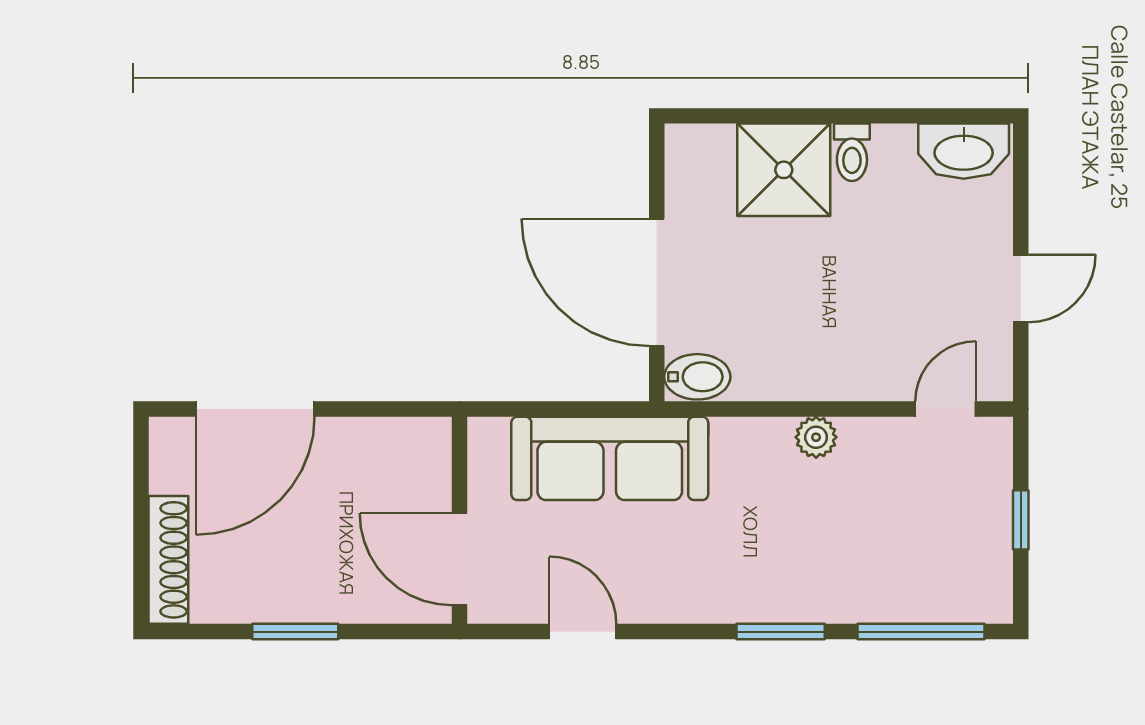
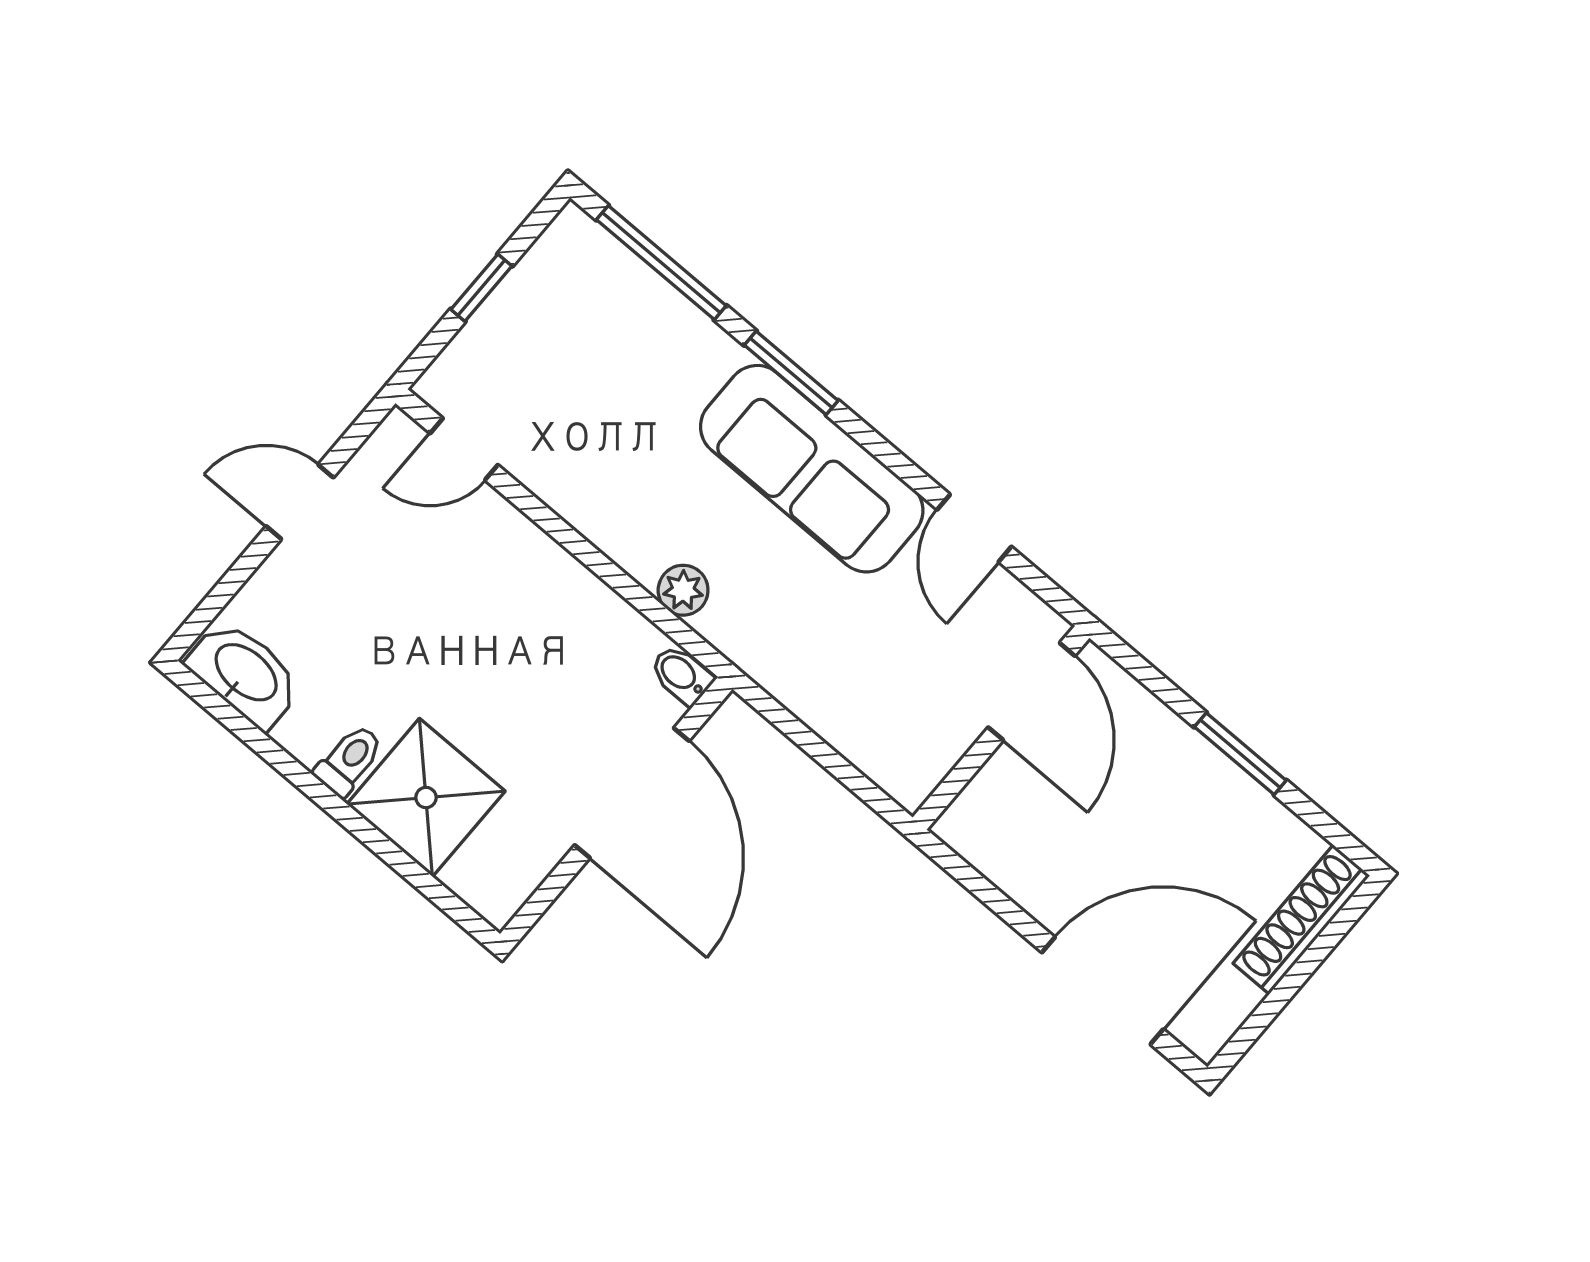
bidet: (697, 377) -> (681, 675), width x0.72, depth x0.74
plant: (816, 437) -> (683, 590), moved
sofa: (610, 458) -> (812, 469), moved, turned 180

